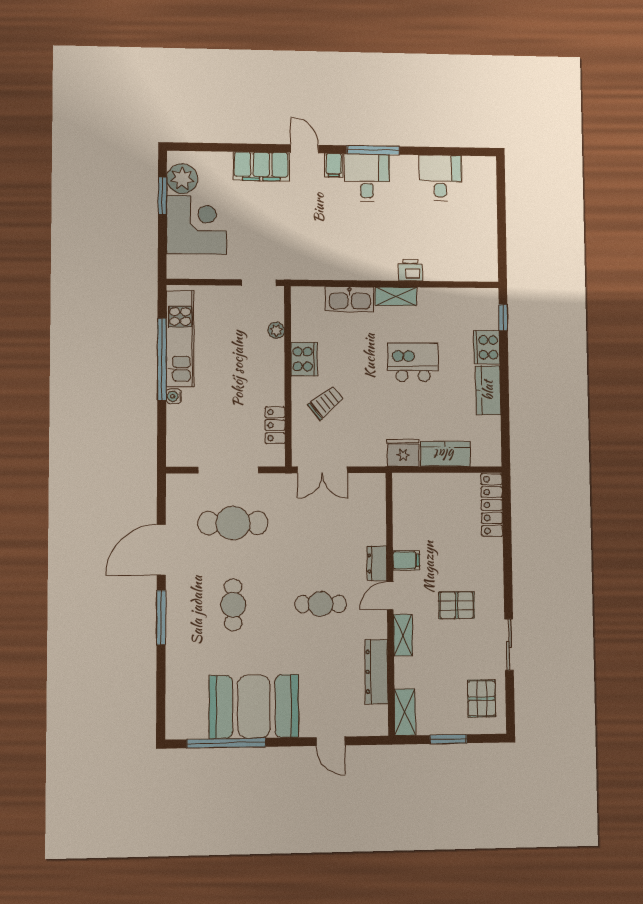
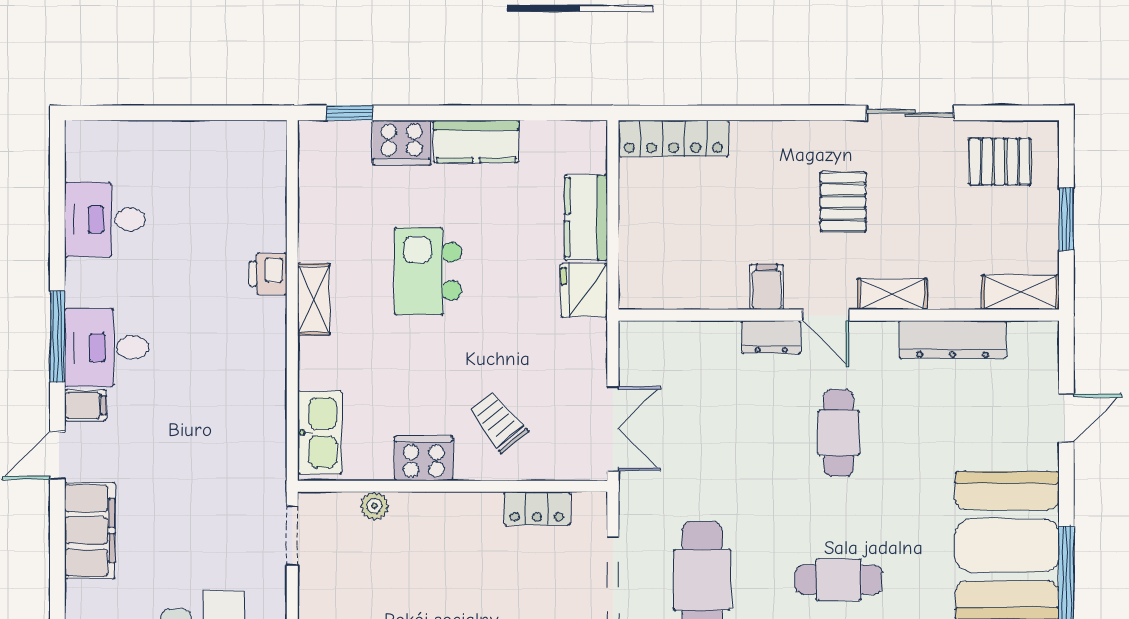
kitchen sink: (350, 299) -> (320, 433), moved

